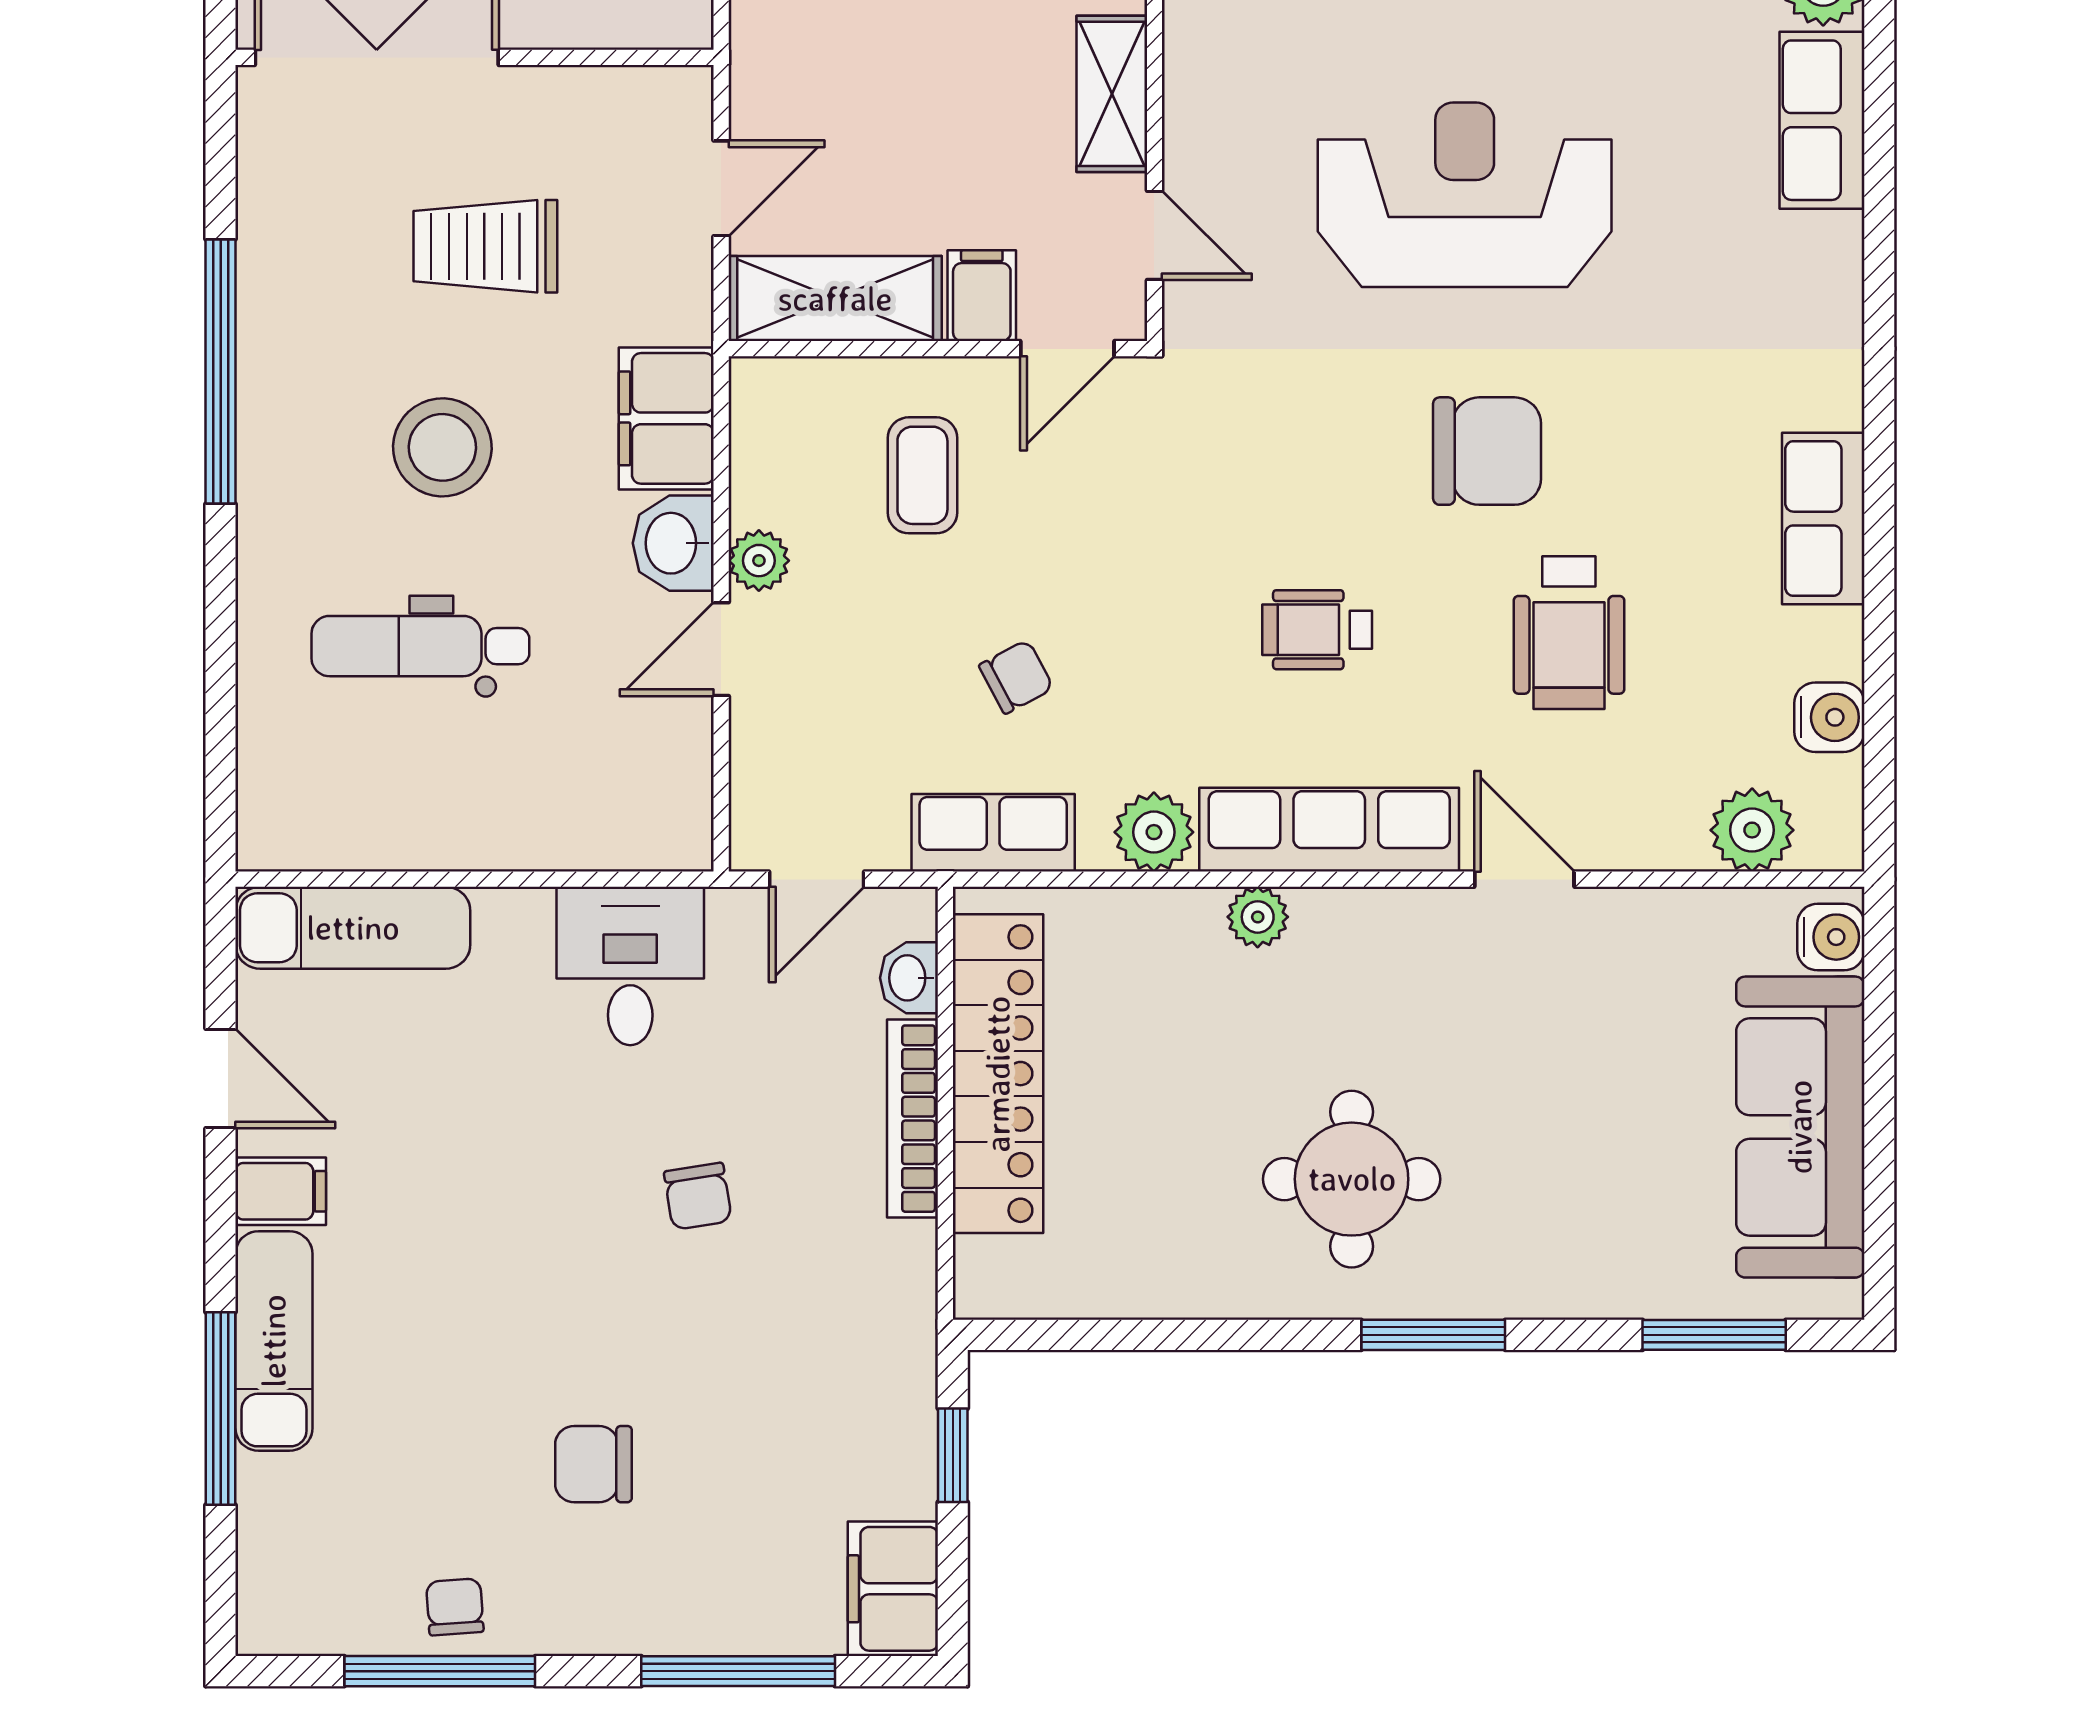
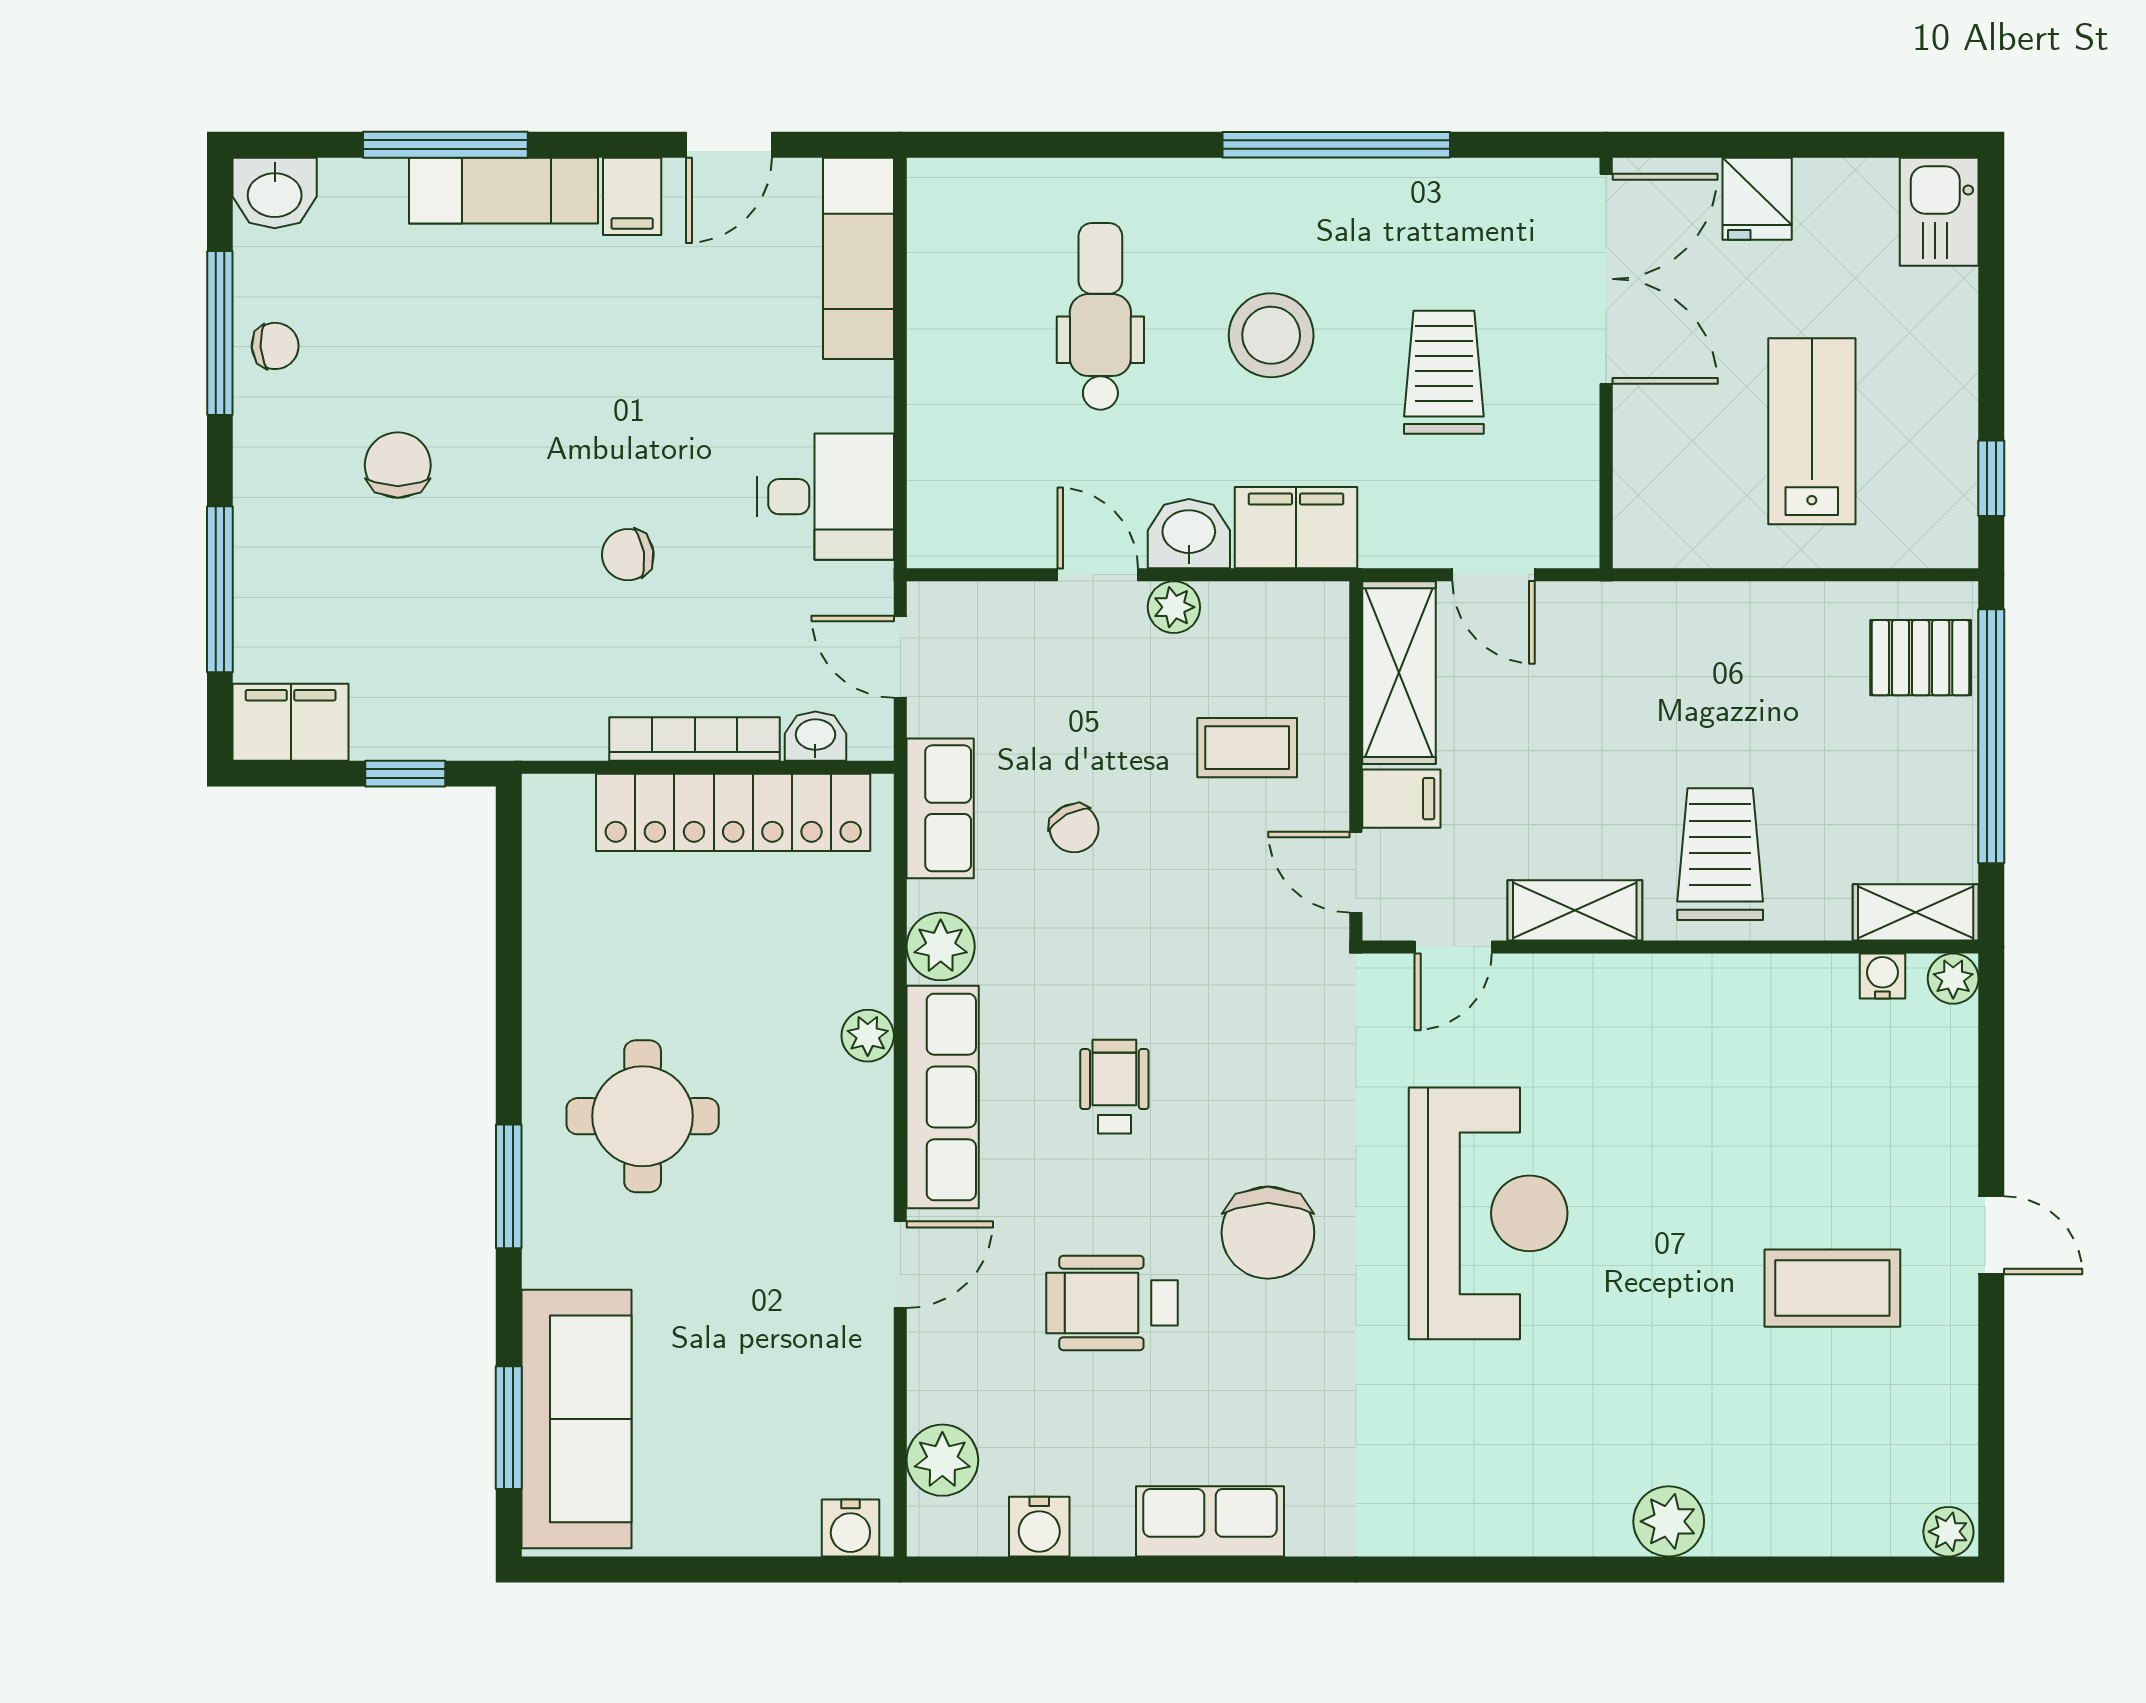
row of seats: (1822, 120) -> (1552, 1520), removed
sofa: (1800, 1127) -> (577, 1419), moved, turned 90
washbasin: (277, 1607) -> (275, 193), added

